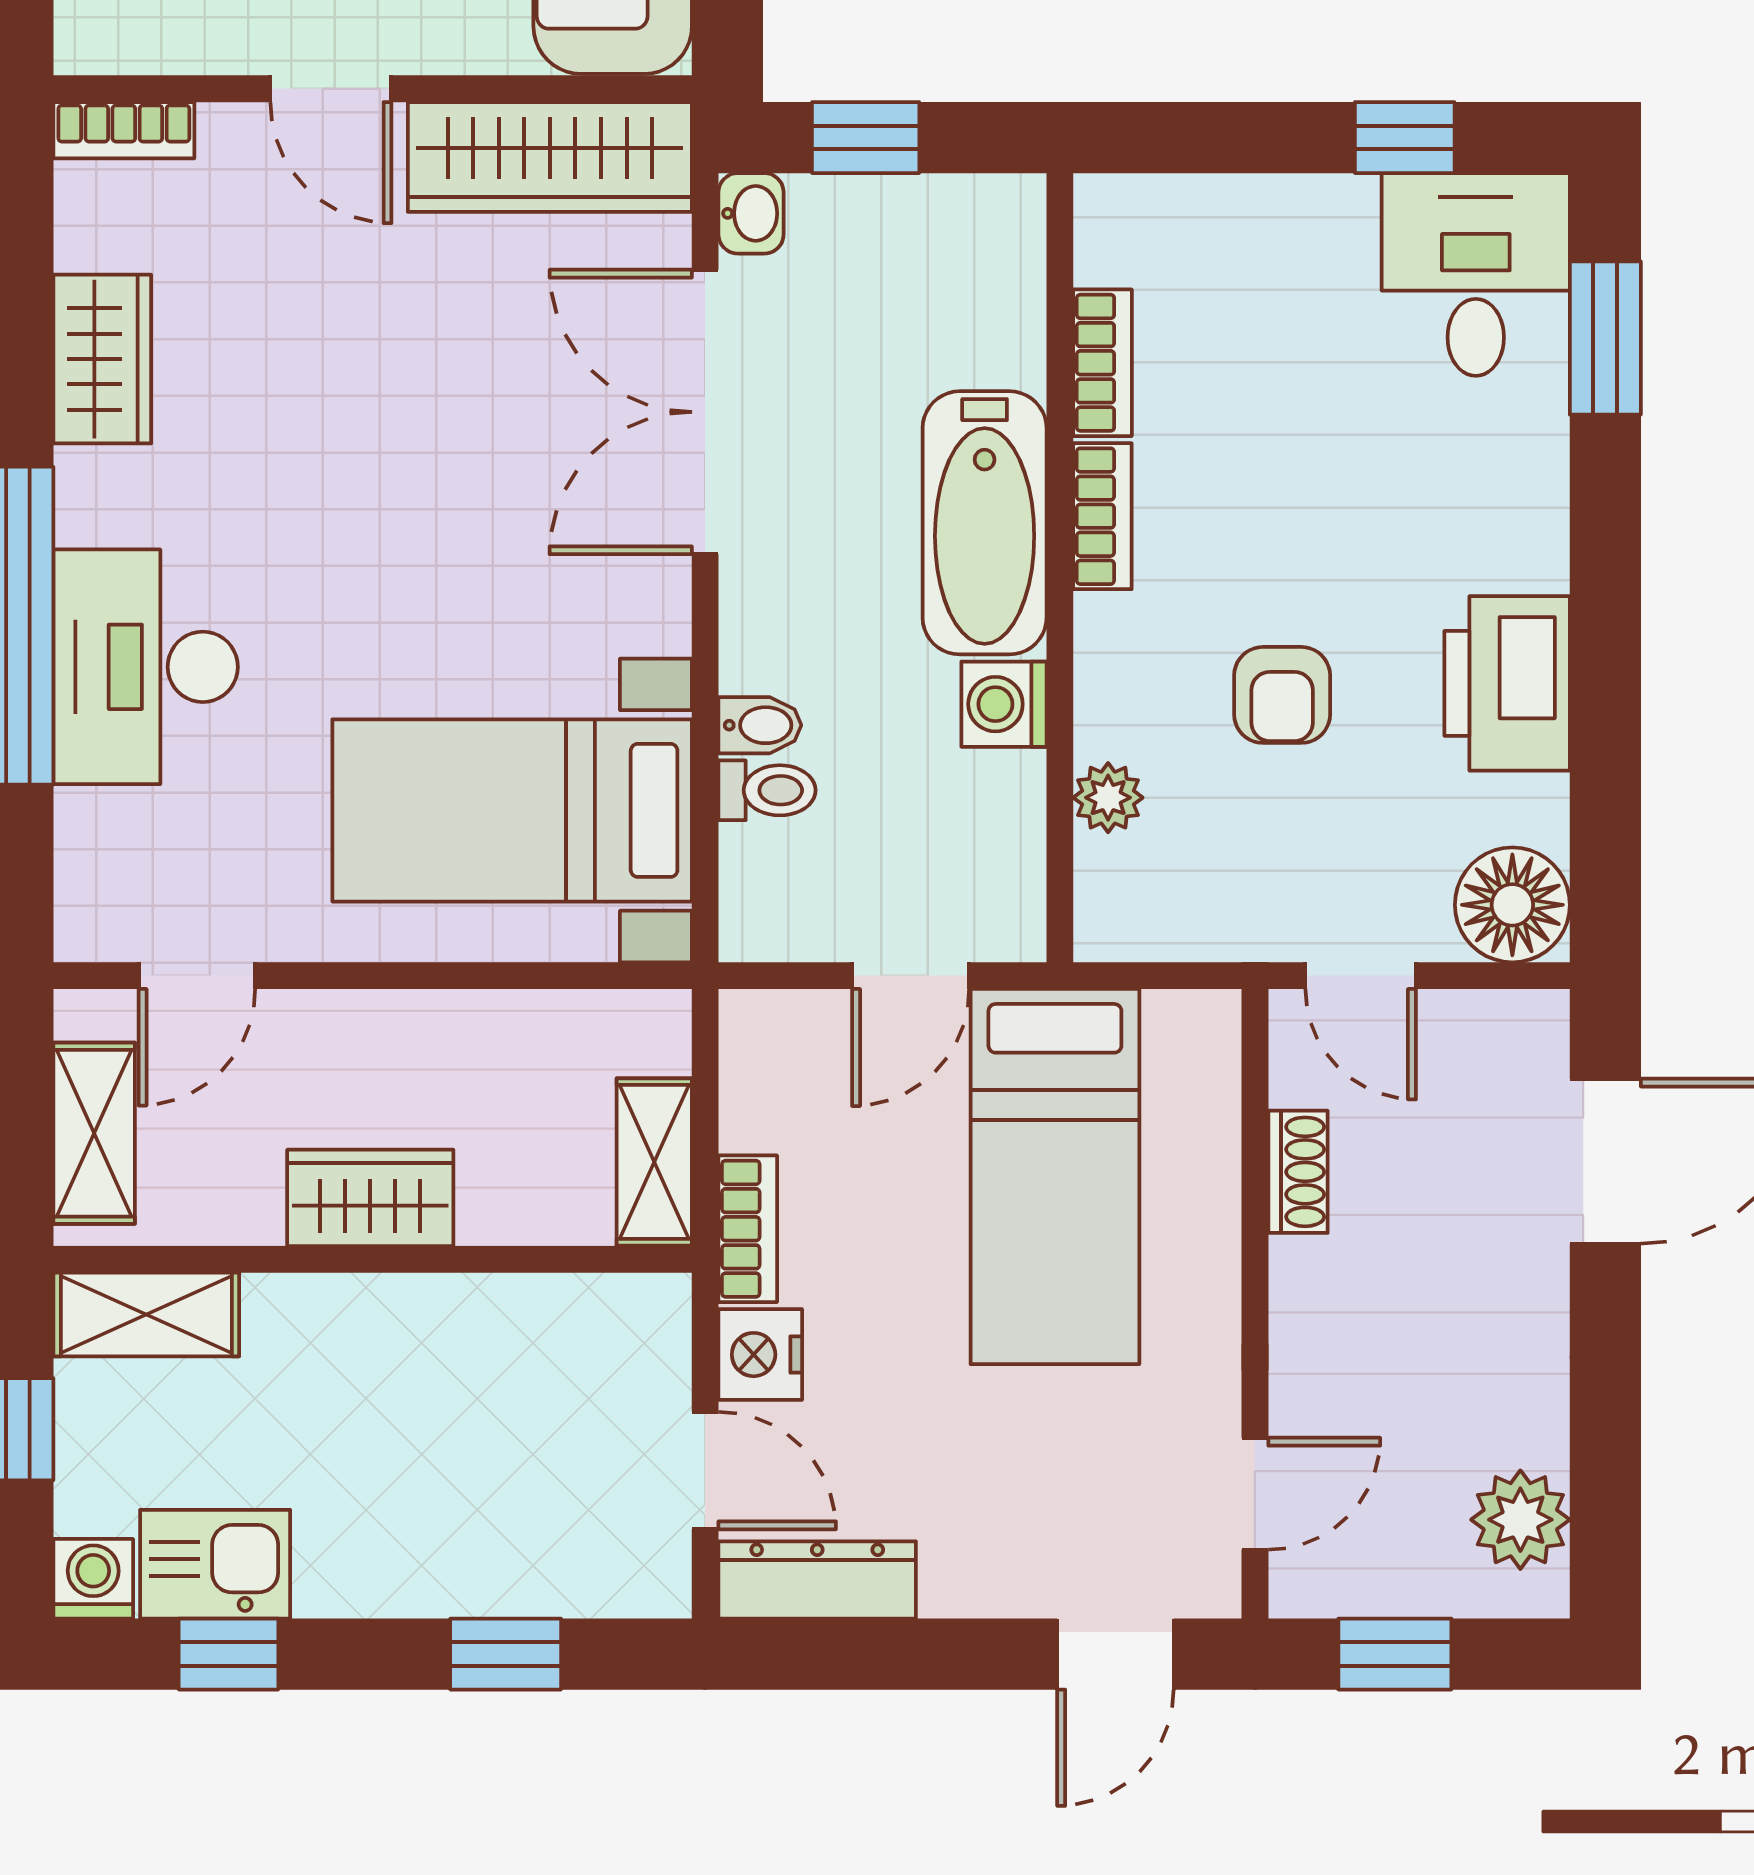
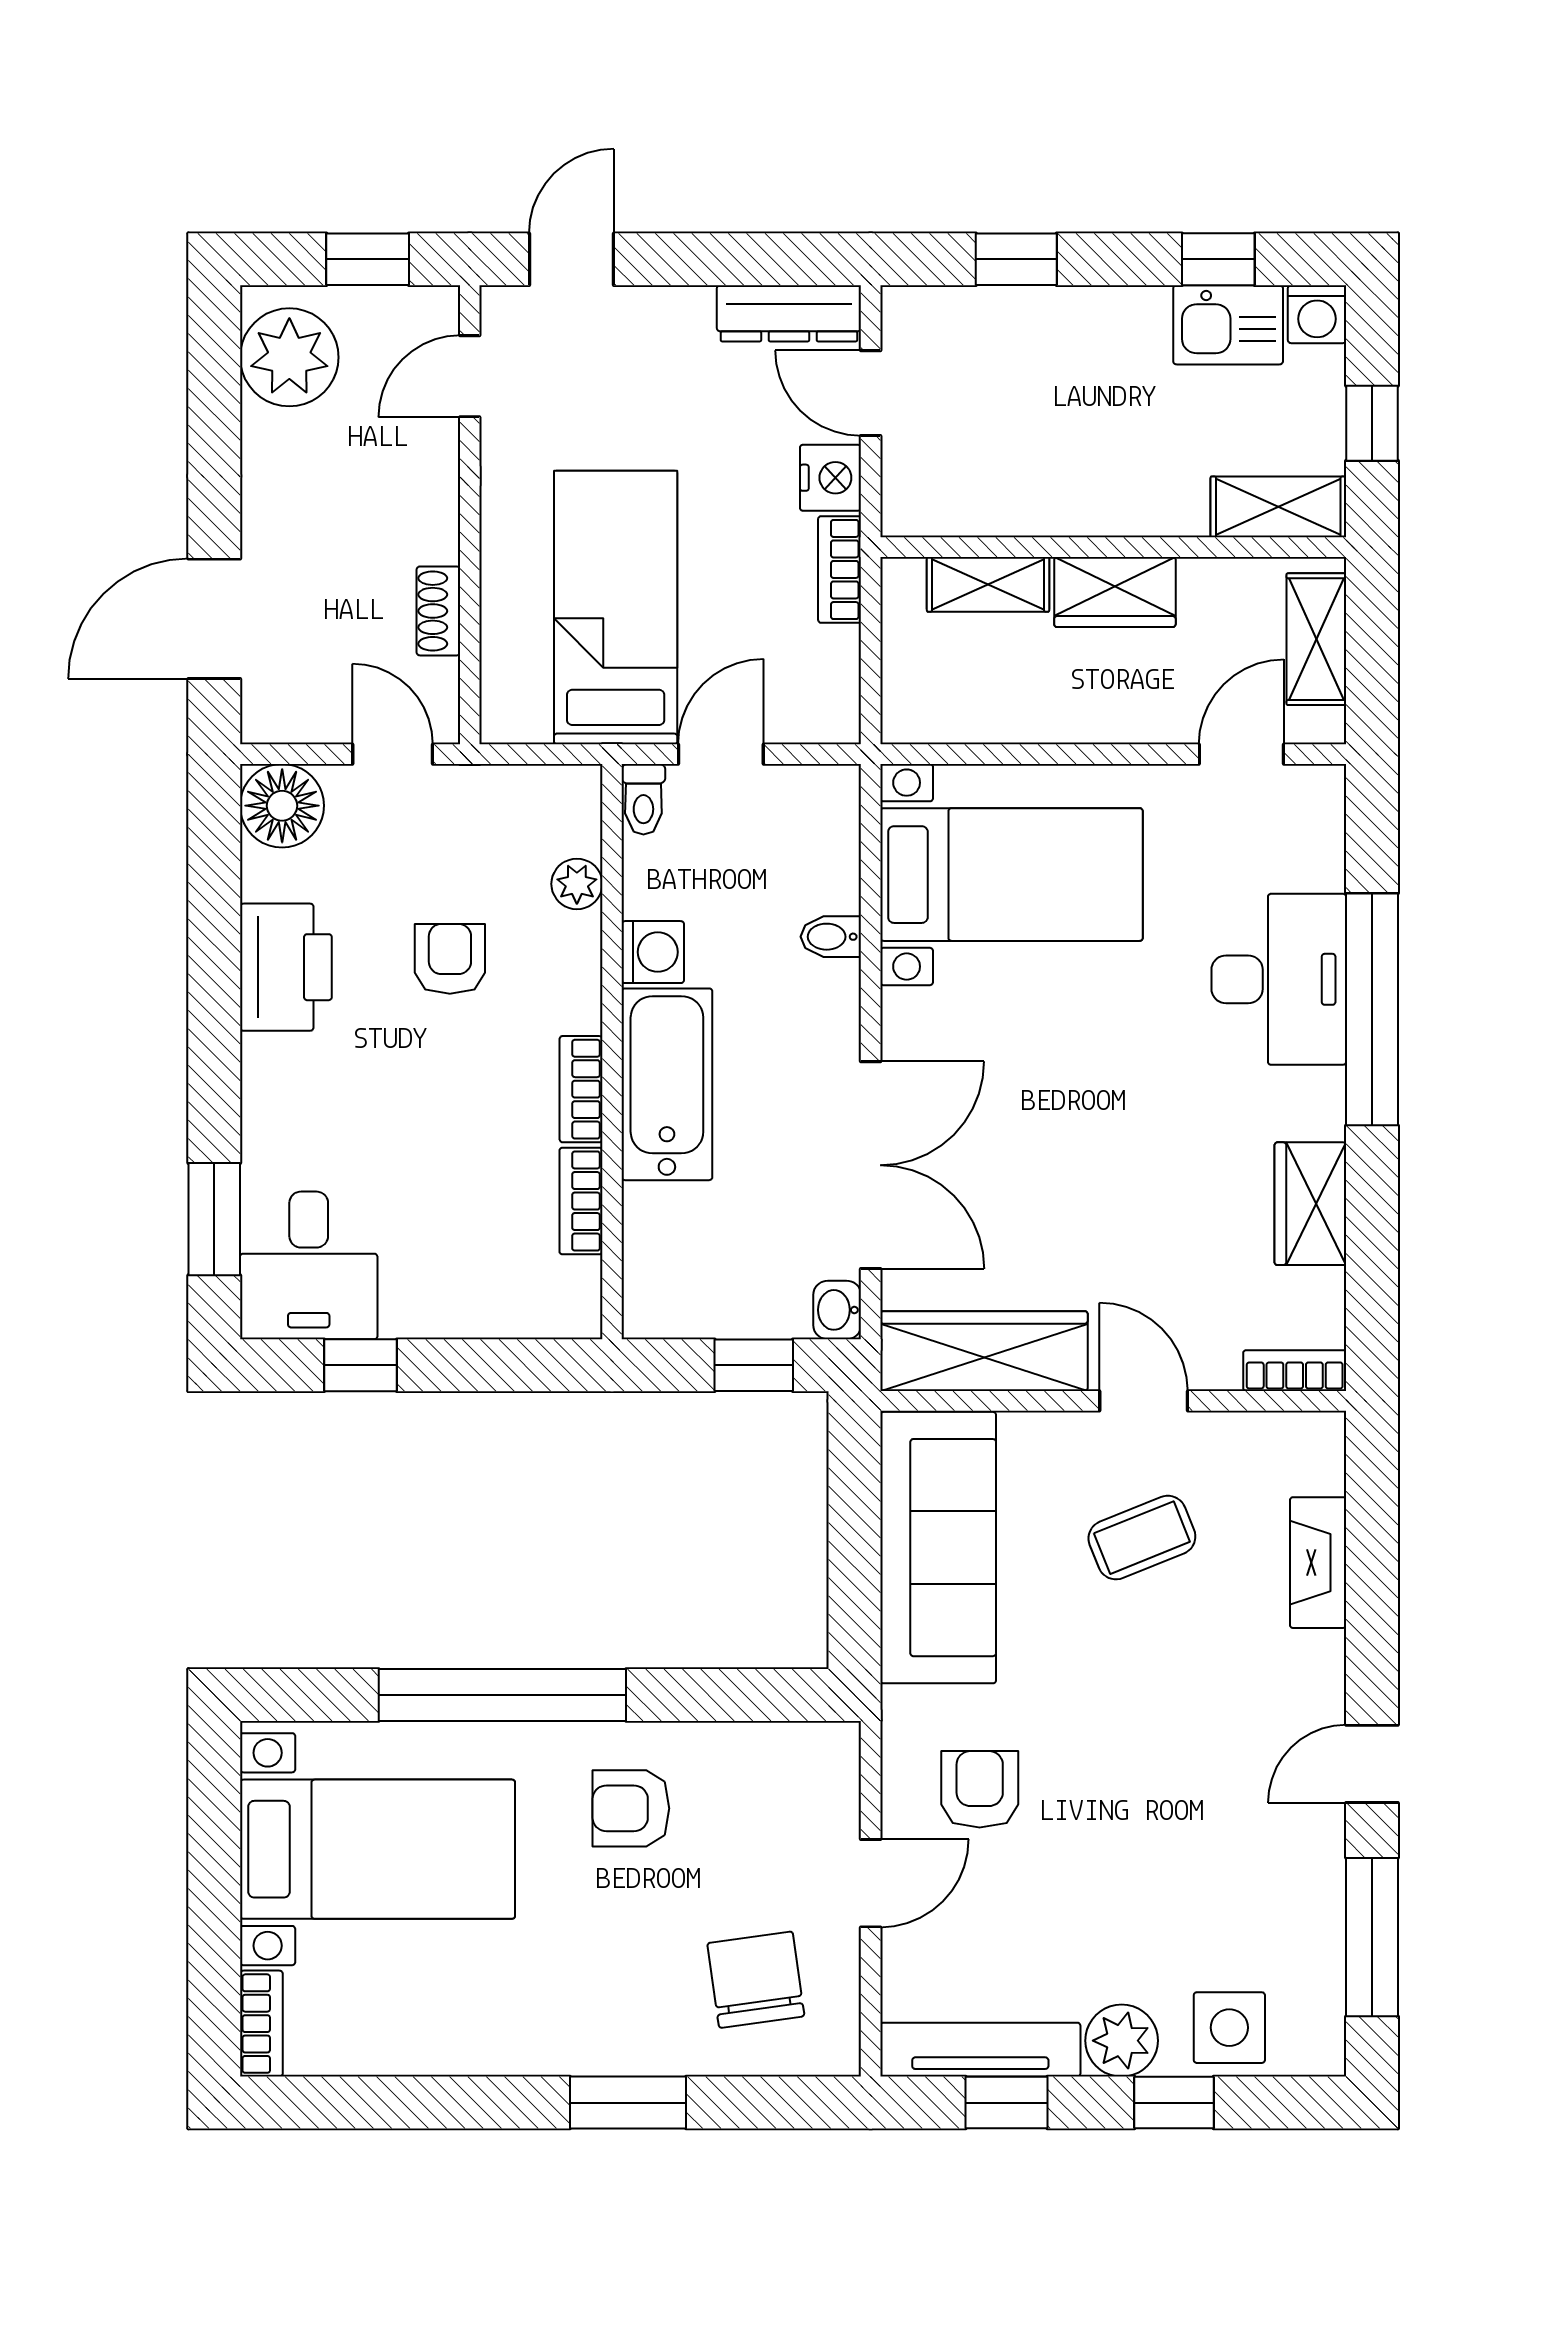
toilet: (767, 790) -> (643, 799), moved, turned -90
shelving: (654, 1162) -> (988, 584), moved, turned 90
plant: (1520, 1520) -> (289, 357), width x1.36, depth x1.36

